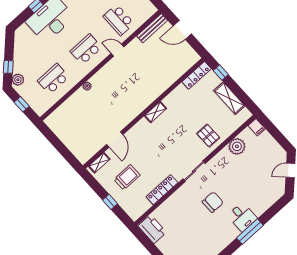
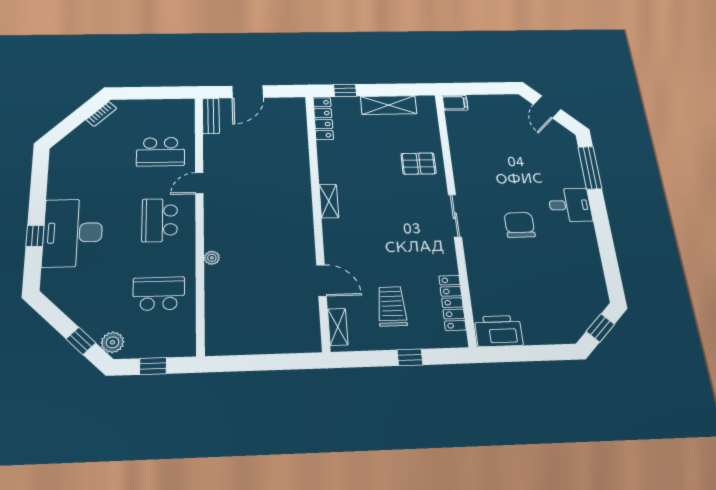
bench: (152, 28) -> (211, 116), width x0.73
school desk: (53, 79) -> (159, 294), turned 90
plant: (237, 146) -> (463, 142), removed
locker: (162, 190) -> (452, 303), moved
window: (250, 232) -> (590, 168), moved

